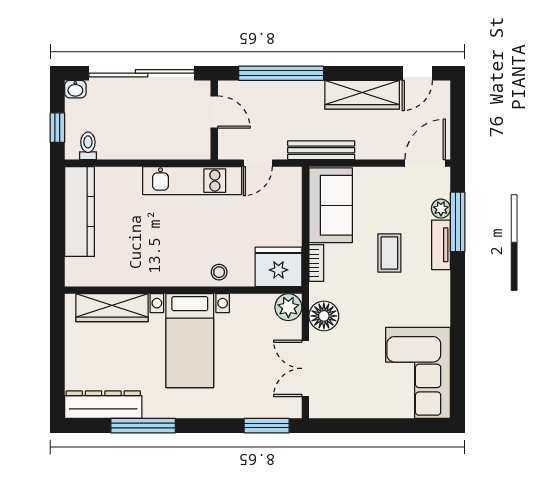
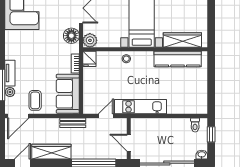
bench: (321, 150) -> (73, 123), width x0.73
kitchen counter: (79, 212) -> (178, 59), moved, turned -90
coffee table: (389, 253) -> (35, 100), moved
fridge: (278, 267) -> (89, 59), width x0.53, depth x0.75

